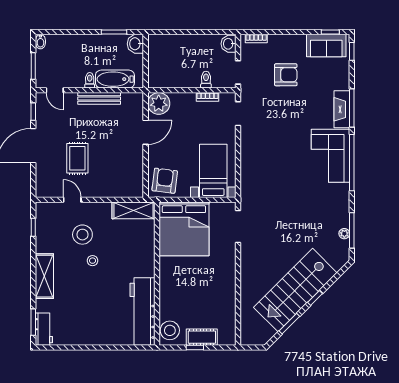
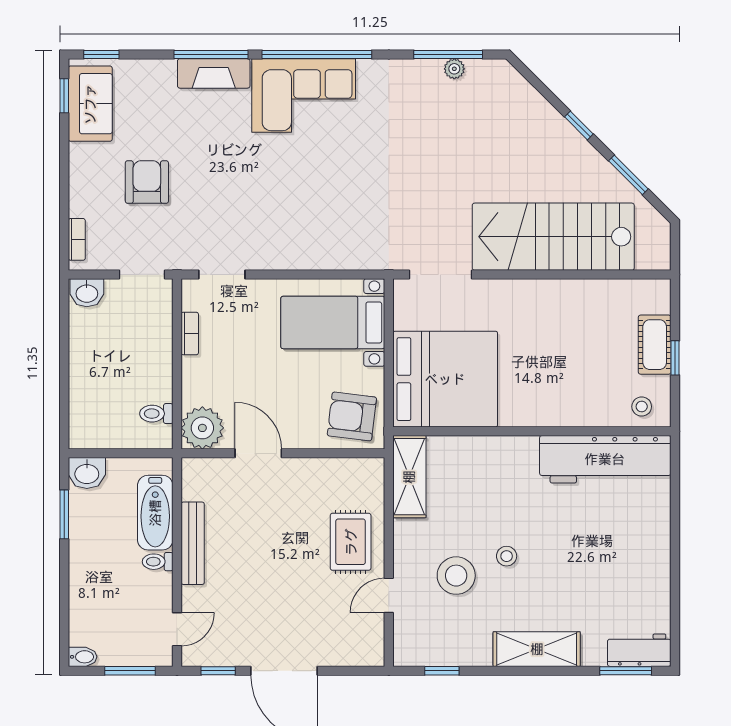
toilet: (206, 80) -> (156, 414), moved
rug: (77, 158) -> (351, 542), moved, turned 90
stairs: (295, 290) -> (553, 237), moved, turned 135
stool: (170, 330) -> (642, 407), width x0.53, depth x0.53

